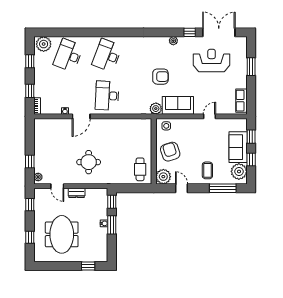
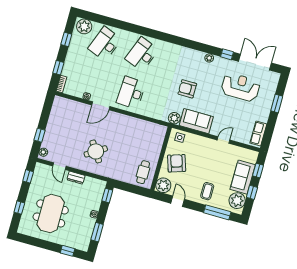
armchair: (160, 77) -> (187, 89), turned 180
round table: (89, 162) -> (96, 151), turned -33
window: (112, 225) -> (97, 232), moved

